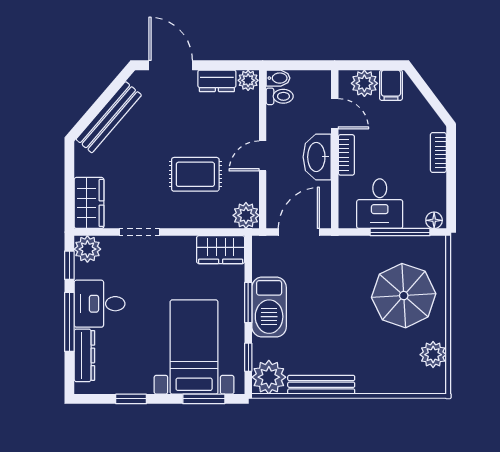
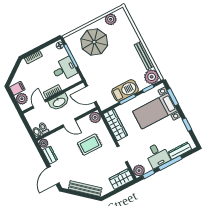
rug: (195, 174) -> (90, 145), turned 90
wardrobe: (221, 250) -> (115, 125), width x1.50

